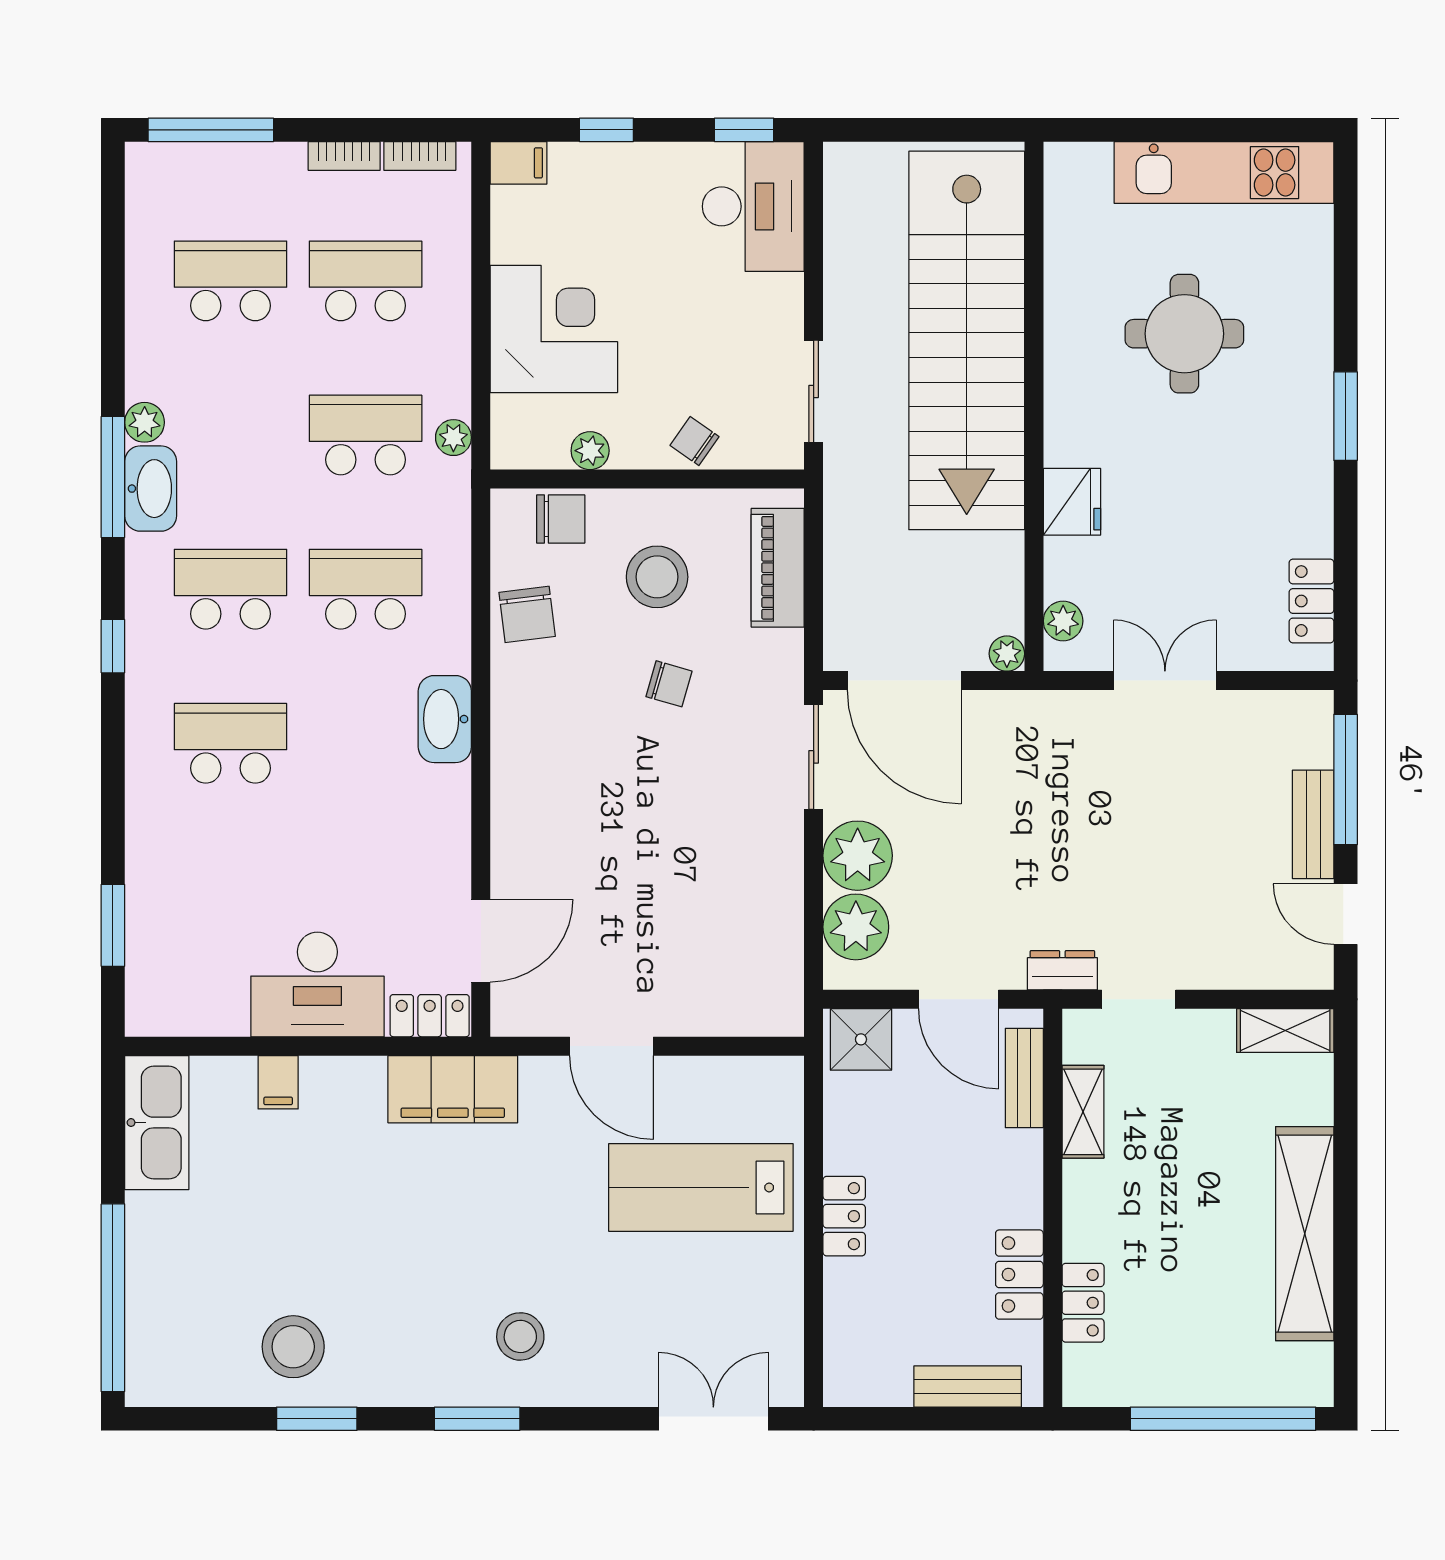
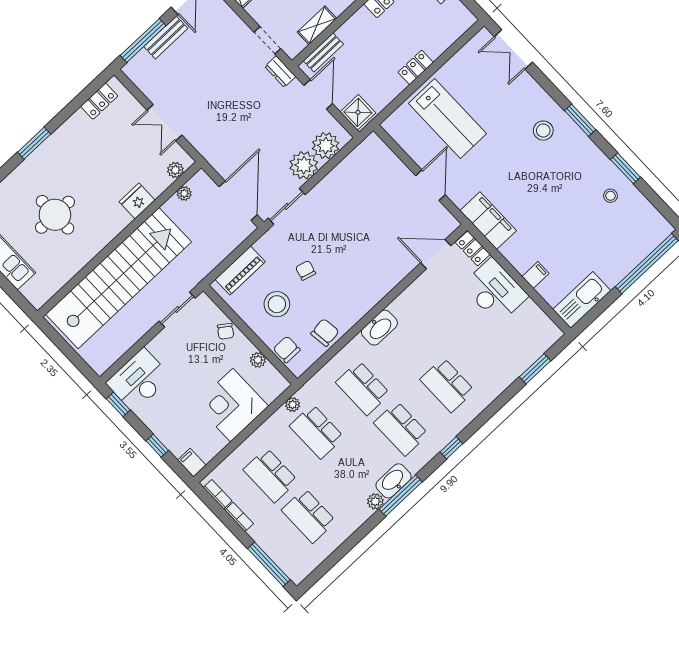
plant: (1007, 654) -> (184, 193), moved
stool: (293, 1347) -> (610, 196), width x0.53, depth x0.53

